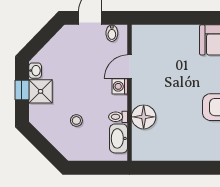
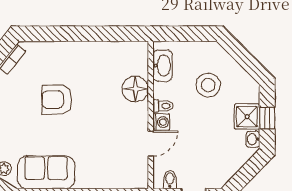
toilet: (118, 117) -> (163, 106), moved
stool: (76, 120) -> (208, 85), width x1.89, depth x1.89

